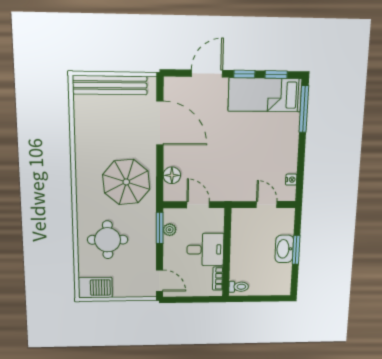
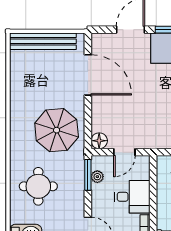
floor lamp: (172, 175) -> (99, 141), moved
door: (198, 205) -> (124, 152), swing flipped

